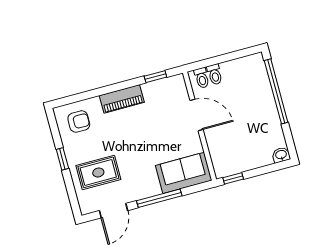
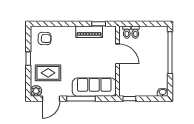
piano: (122, 99) -> (89, 32), moved
sofa: (184, 173) -> (94, 87), width x1.36
plant: (87, 205) -> (36, 91), added

